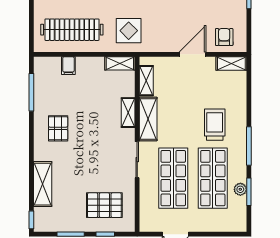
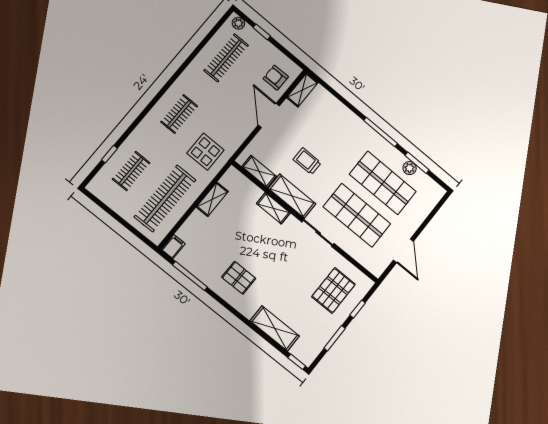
shelving: (120, 63) -> (212, 199), moved
filing cabinet: (68, 66) -> (173, 247), moved, turned -90
trolley: (215, 125) -> (307, 161), moved, width x0.73, depth x0.72

